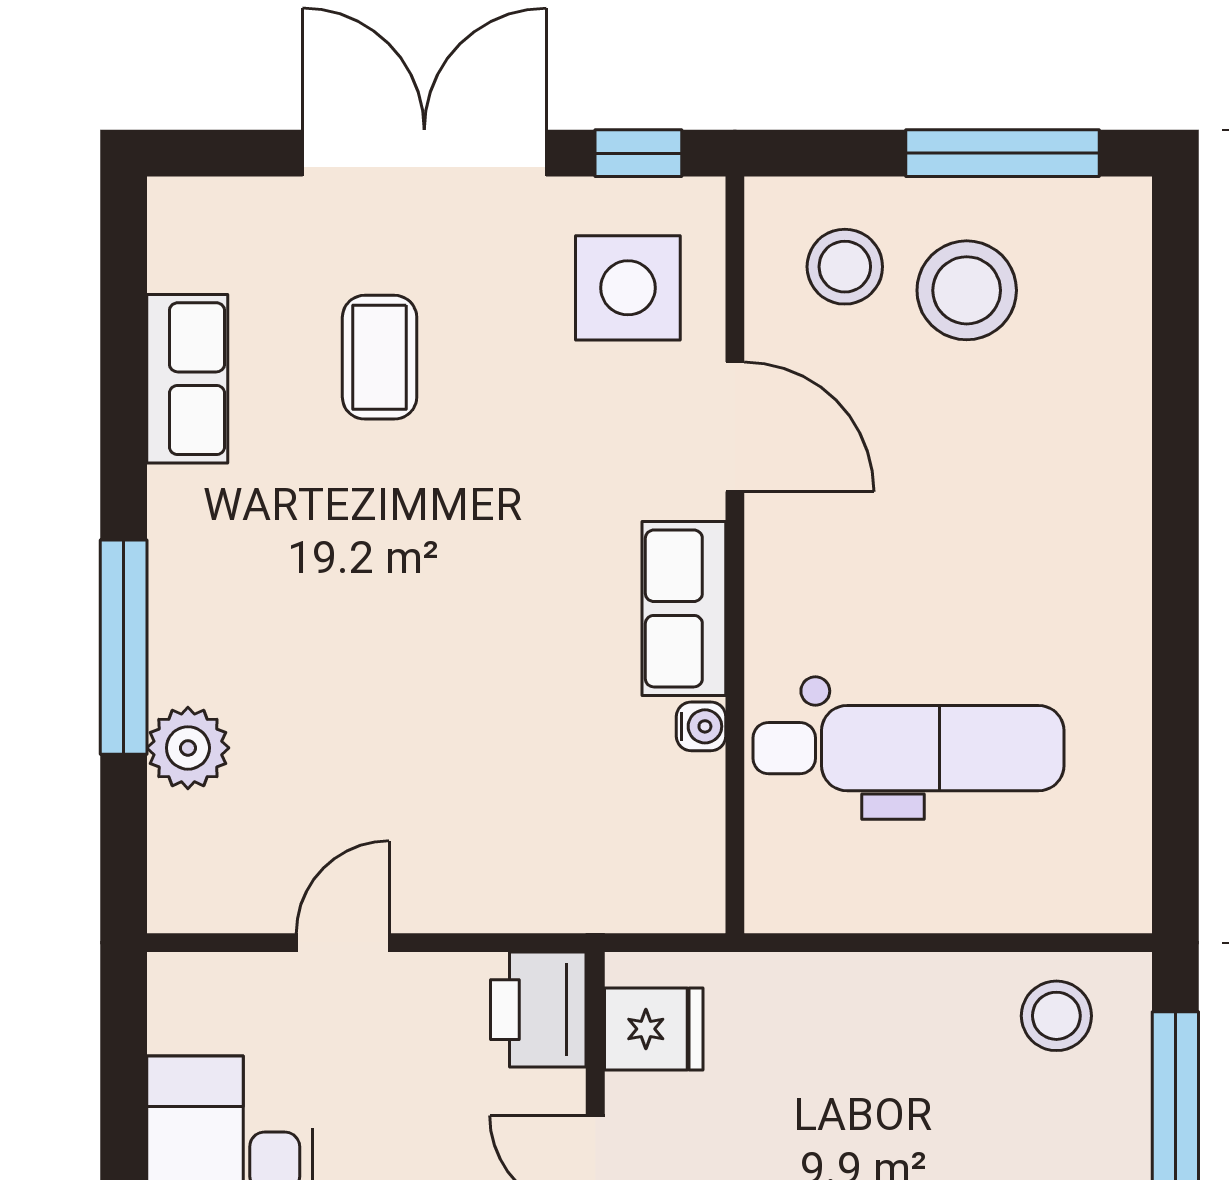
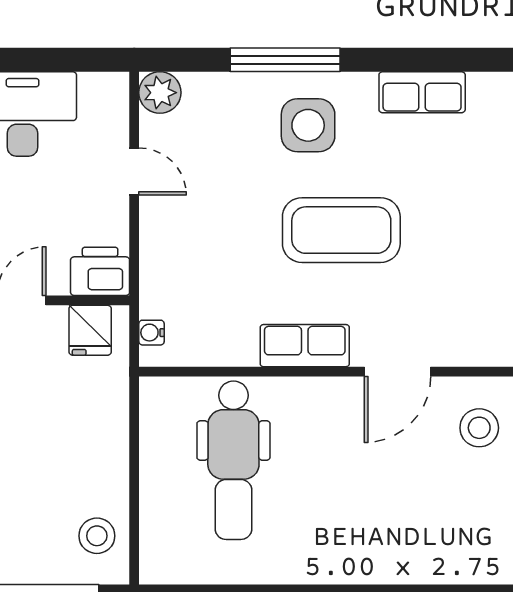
side table: (628, 288) -> (308, 125), moved
stool: (967, 290) -> (467, 490), removed
coffee table: (380, 357) -> (341, 230), moved, width x1.86, depth x1.72
water cooler: (701, 726) -> (151, 333), moved, turned 90
plant: (188, 748) -> (160, 93), moved

